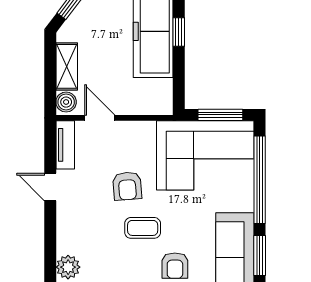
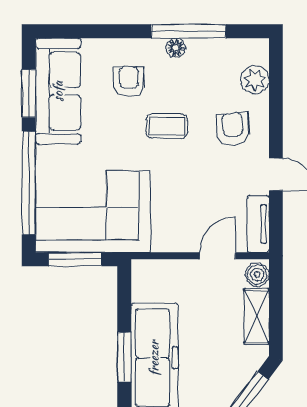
window: (179, 32) -> (124, 357), width x1.50
door: (100, 118) -> (217, 256), swing flipped
armchair: (127, 186) -> (233, 129), moved

